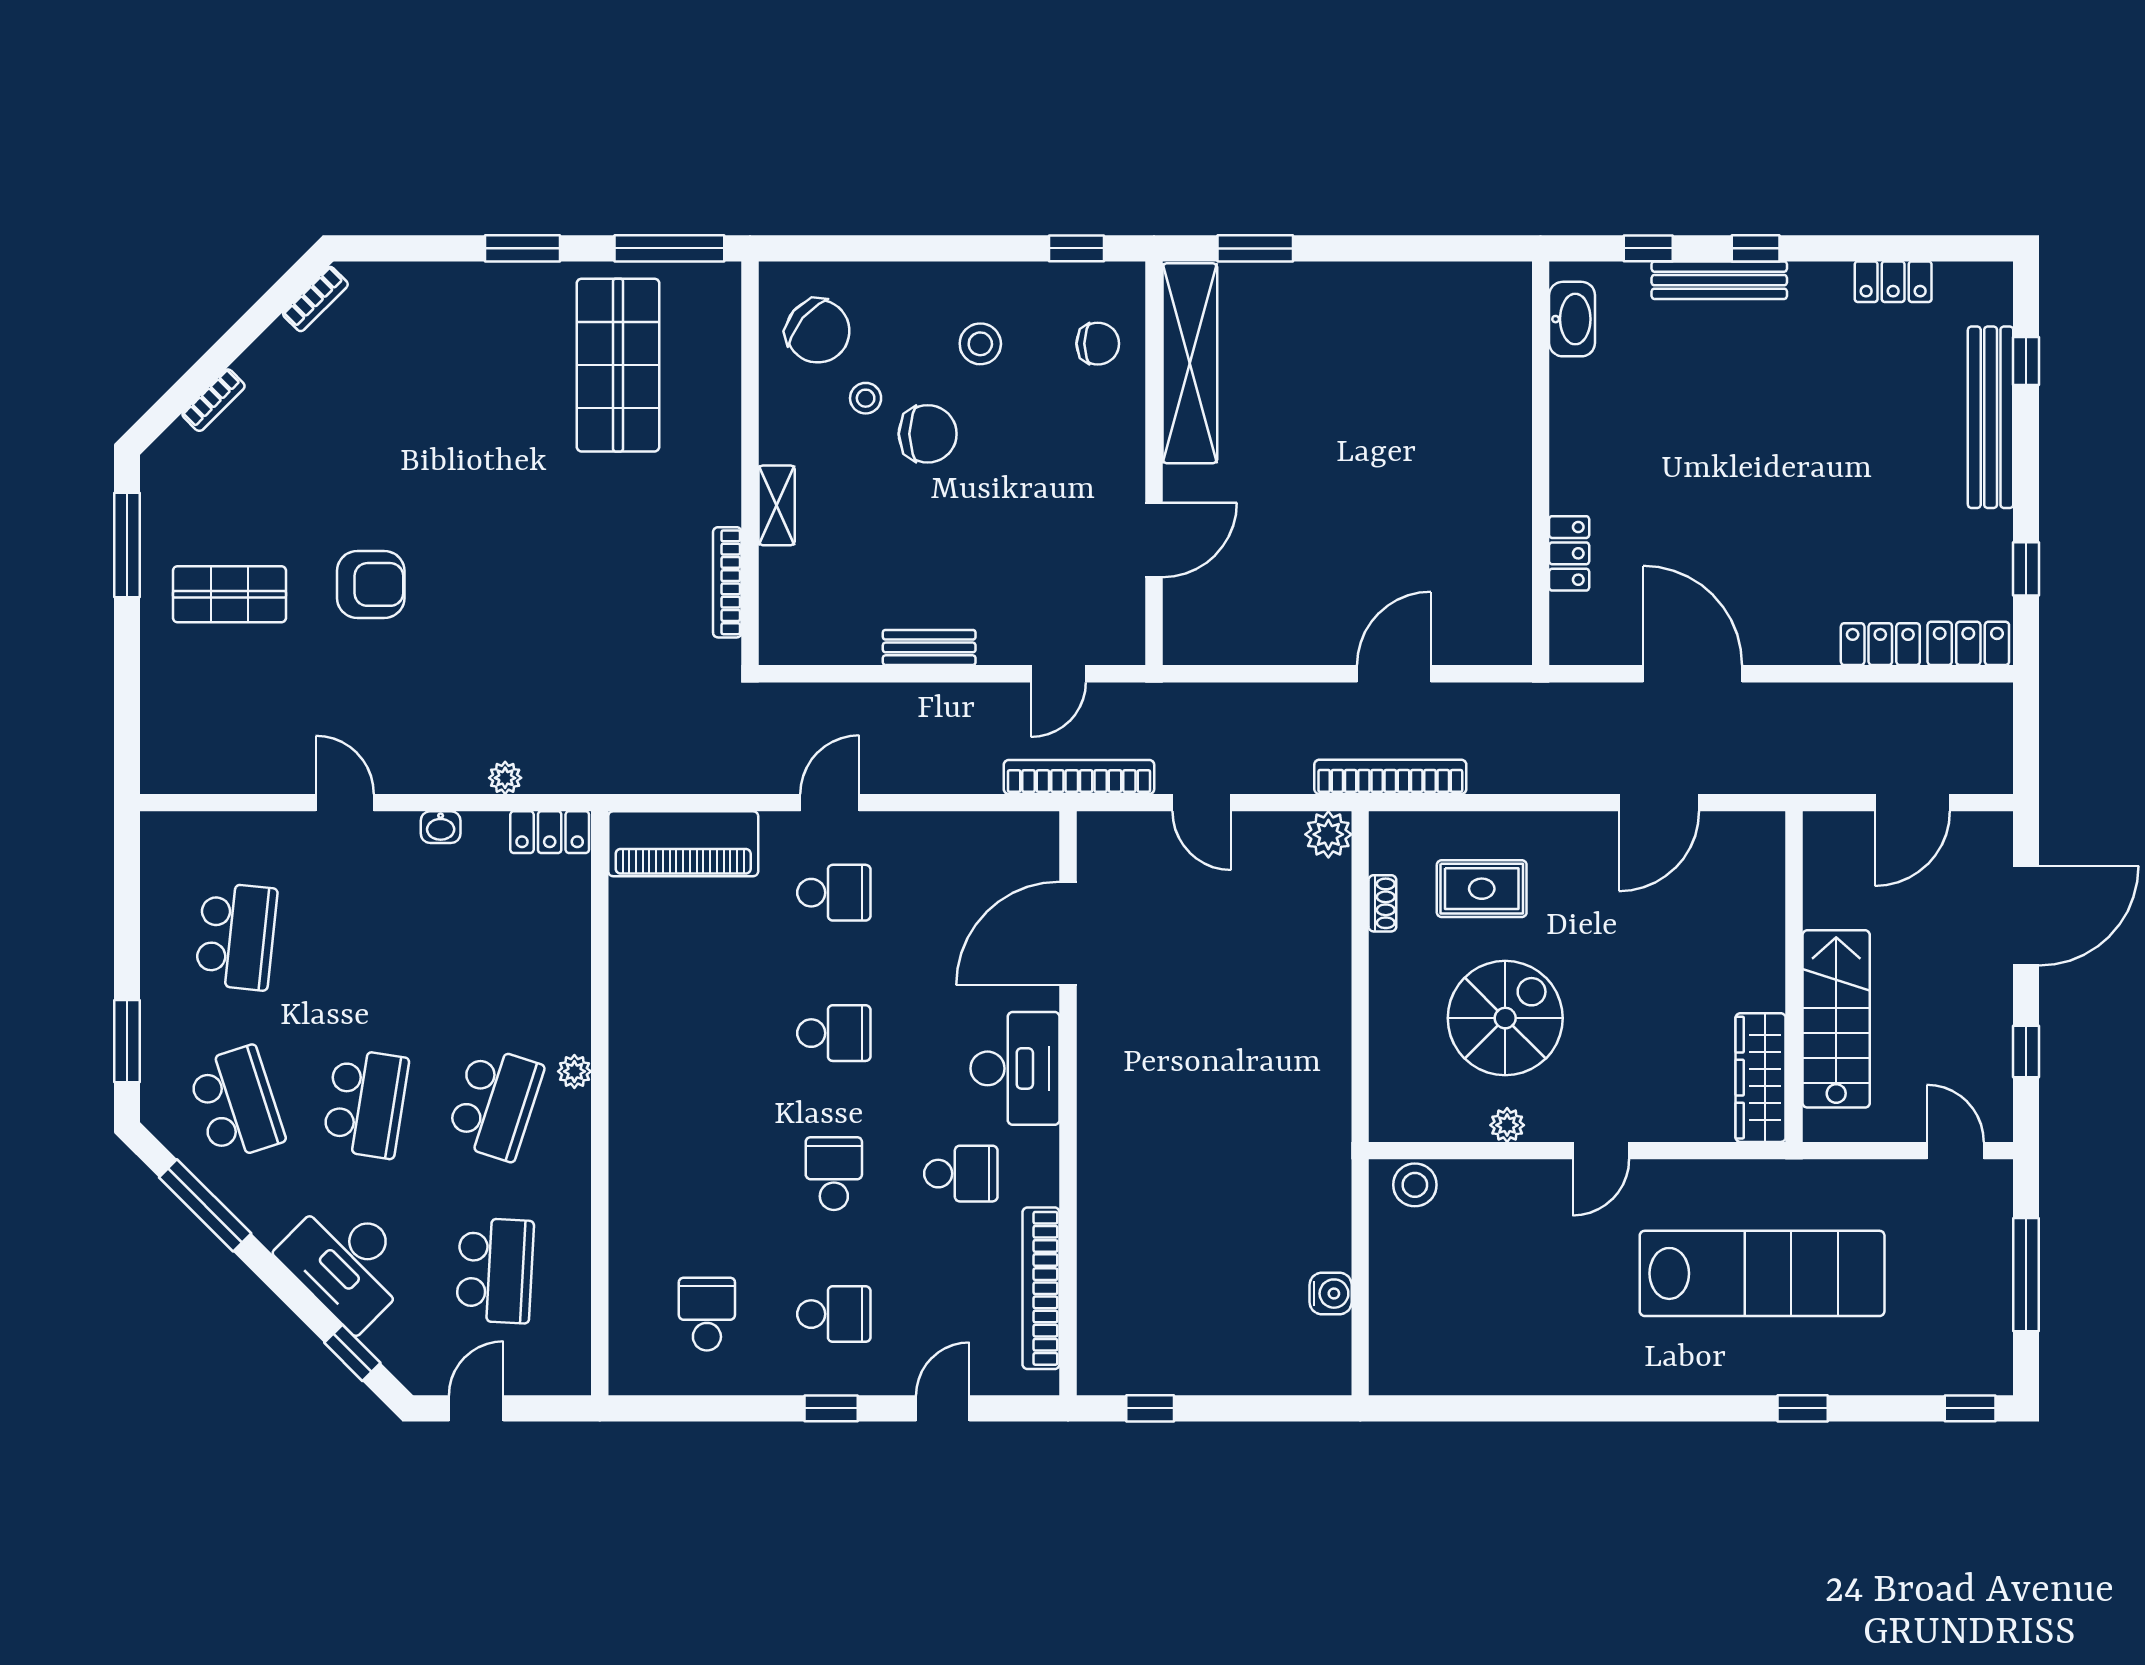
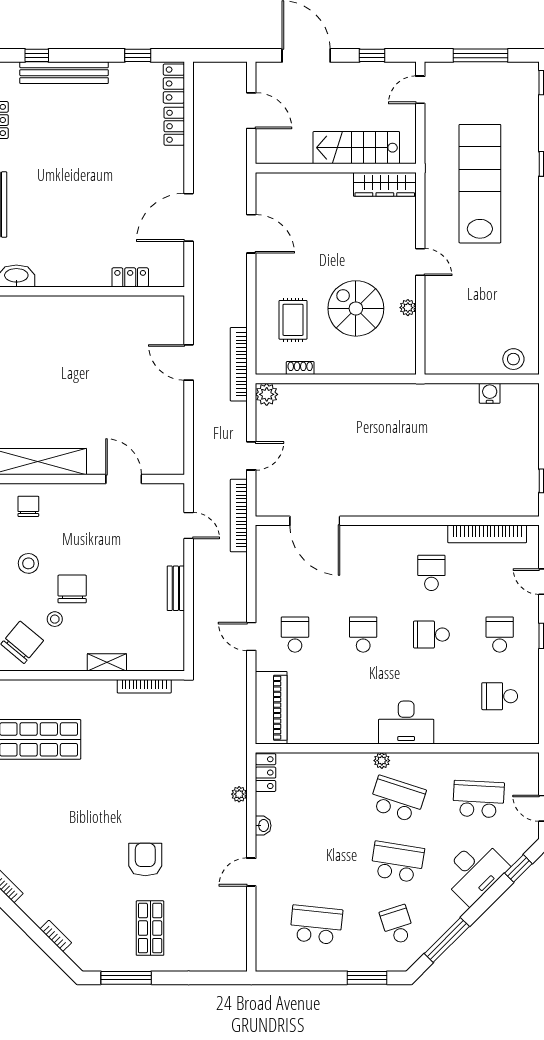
desk: (1015, 1068) -> (406, 723), moved, turned 180
school desk: (236, 1103) -> (397, 925), width x0.54
stool: (1415, 1185) -> (513, 359), moved

